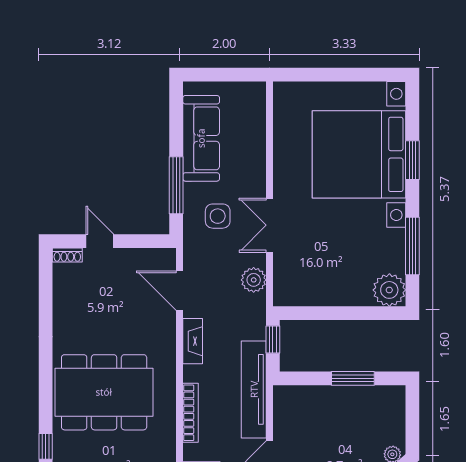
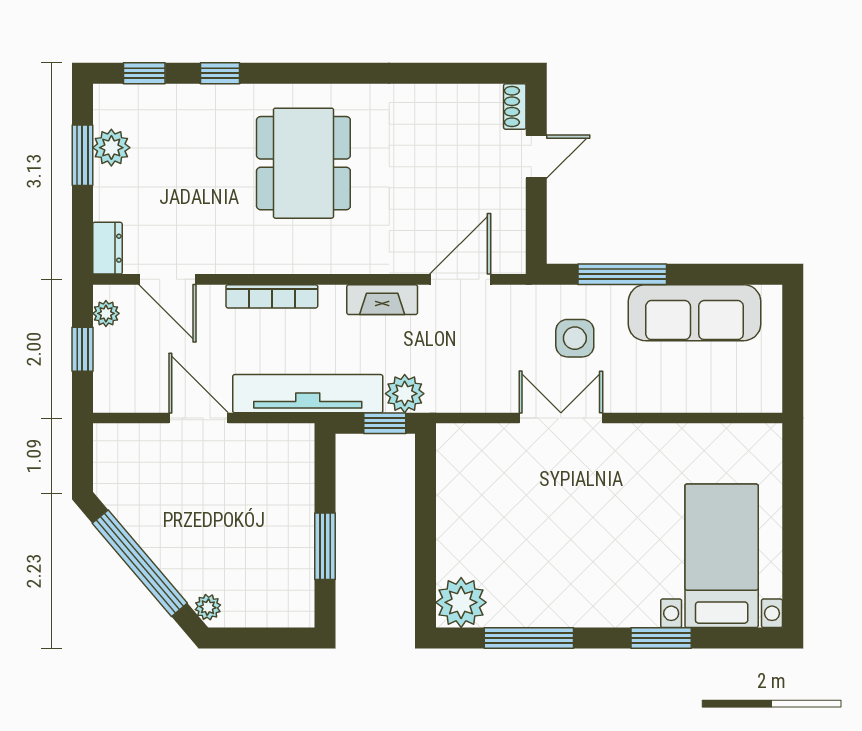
bed with nightstands: (359, 154) -> (722, 556), width x0.54
plant: (254, 280) -> (405, 394), moved
dining table: (104, 392) -> (303, 163), width x0.73, depth x0.80

